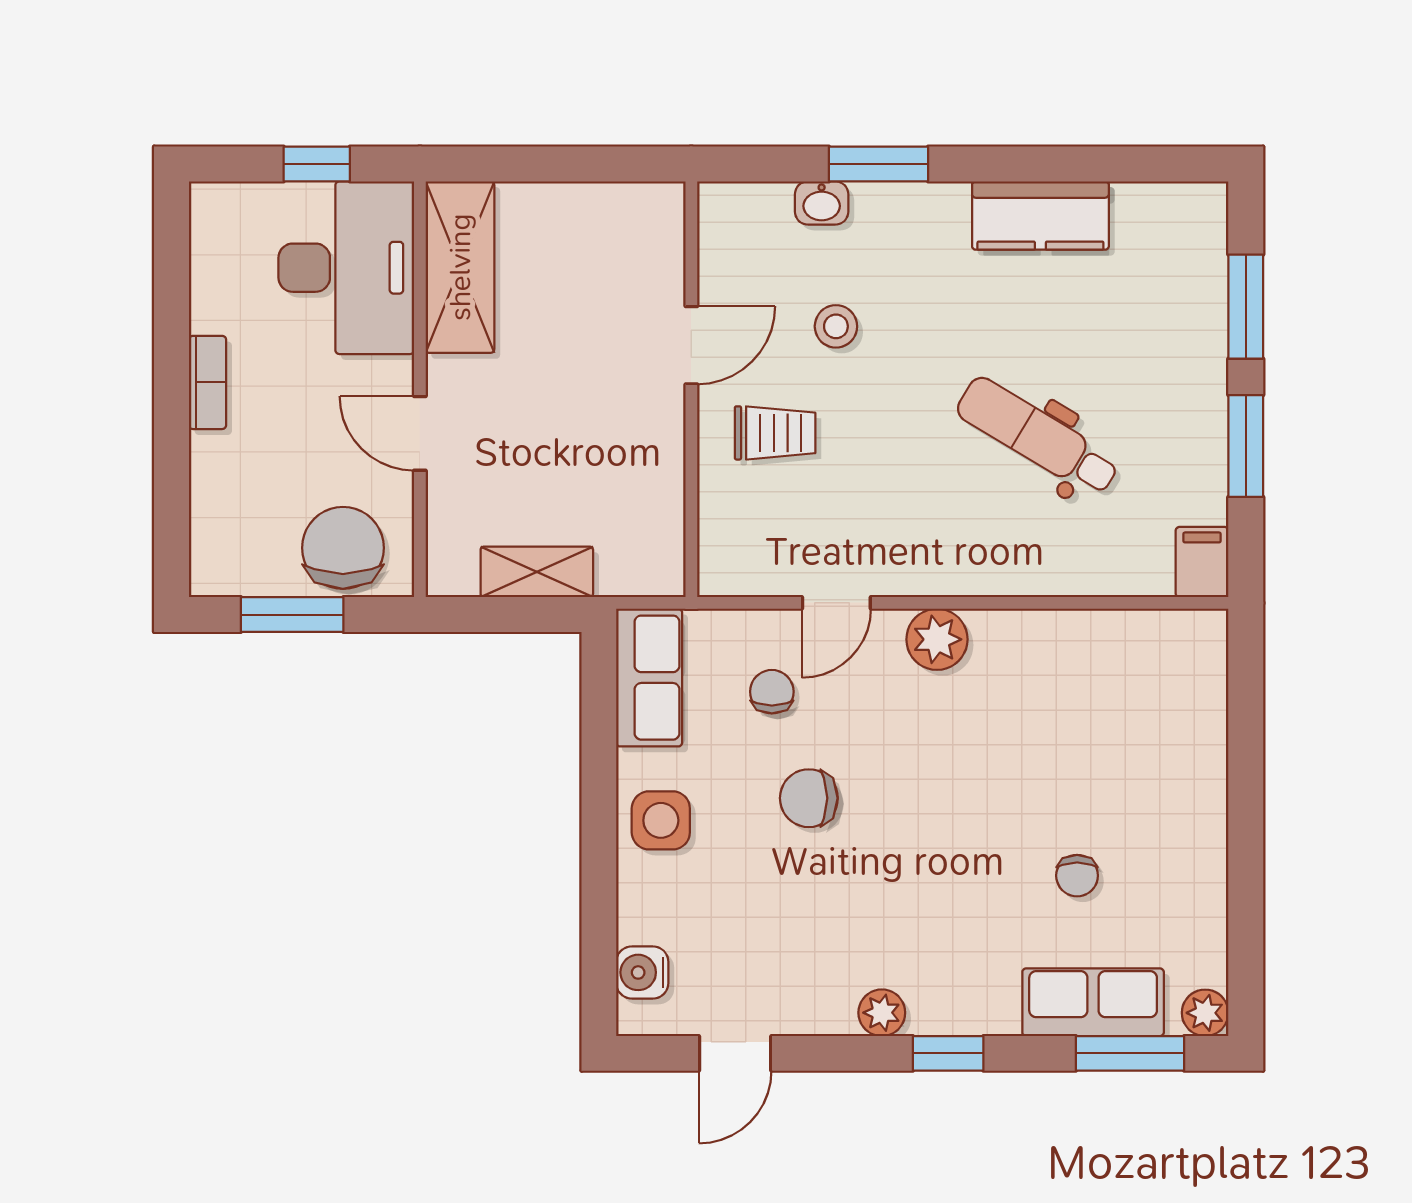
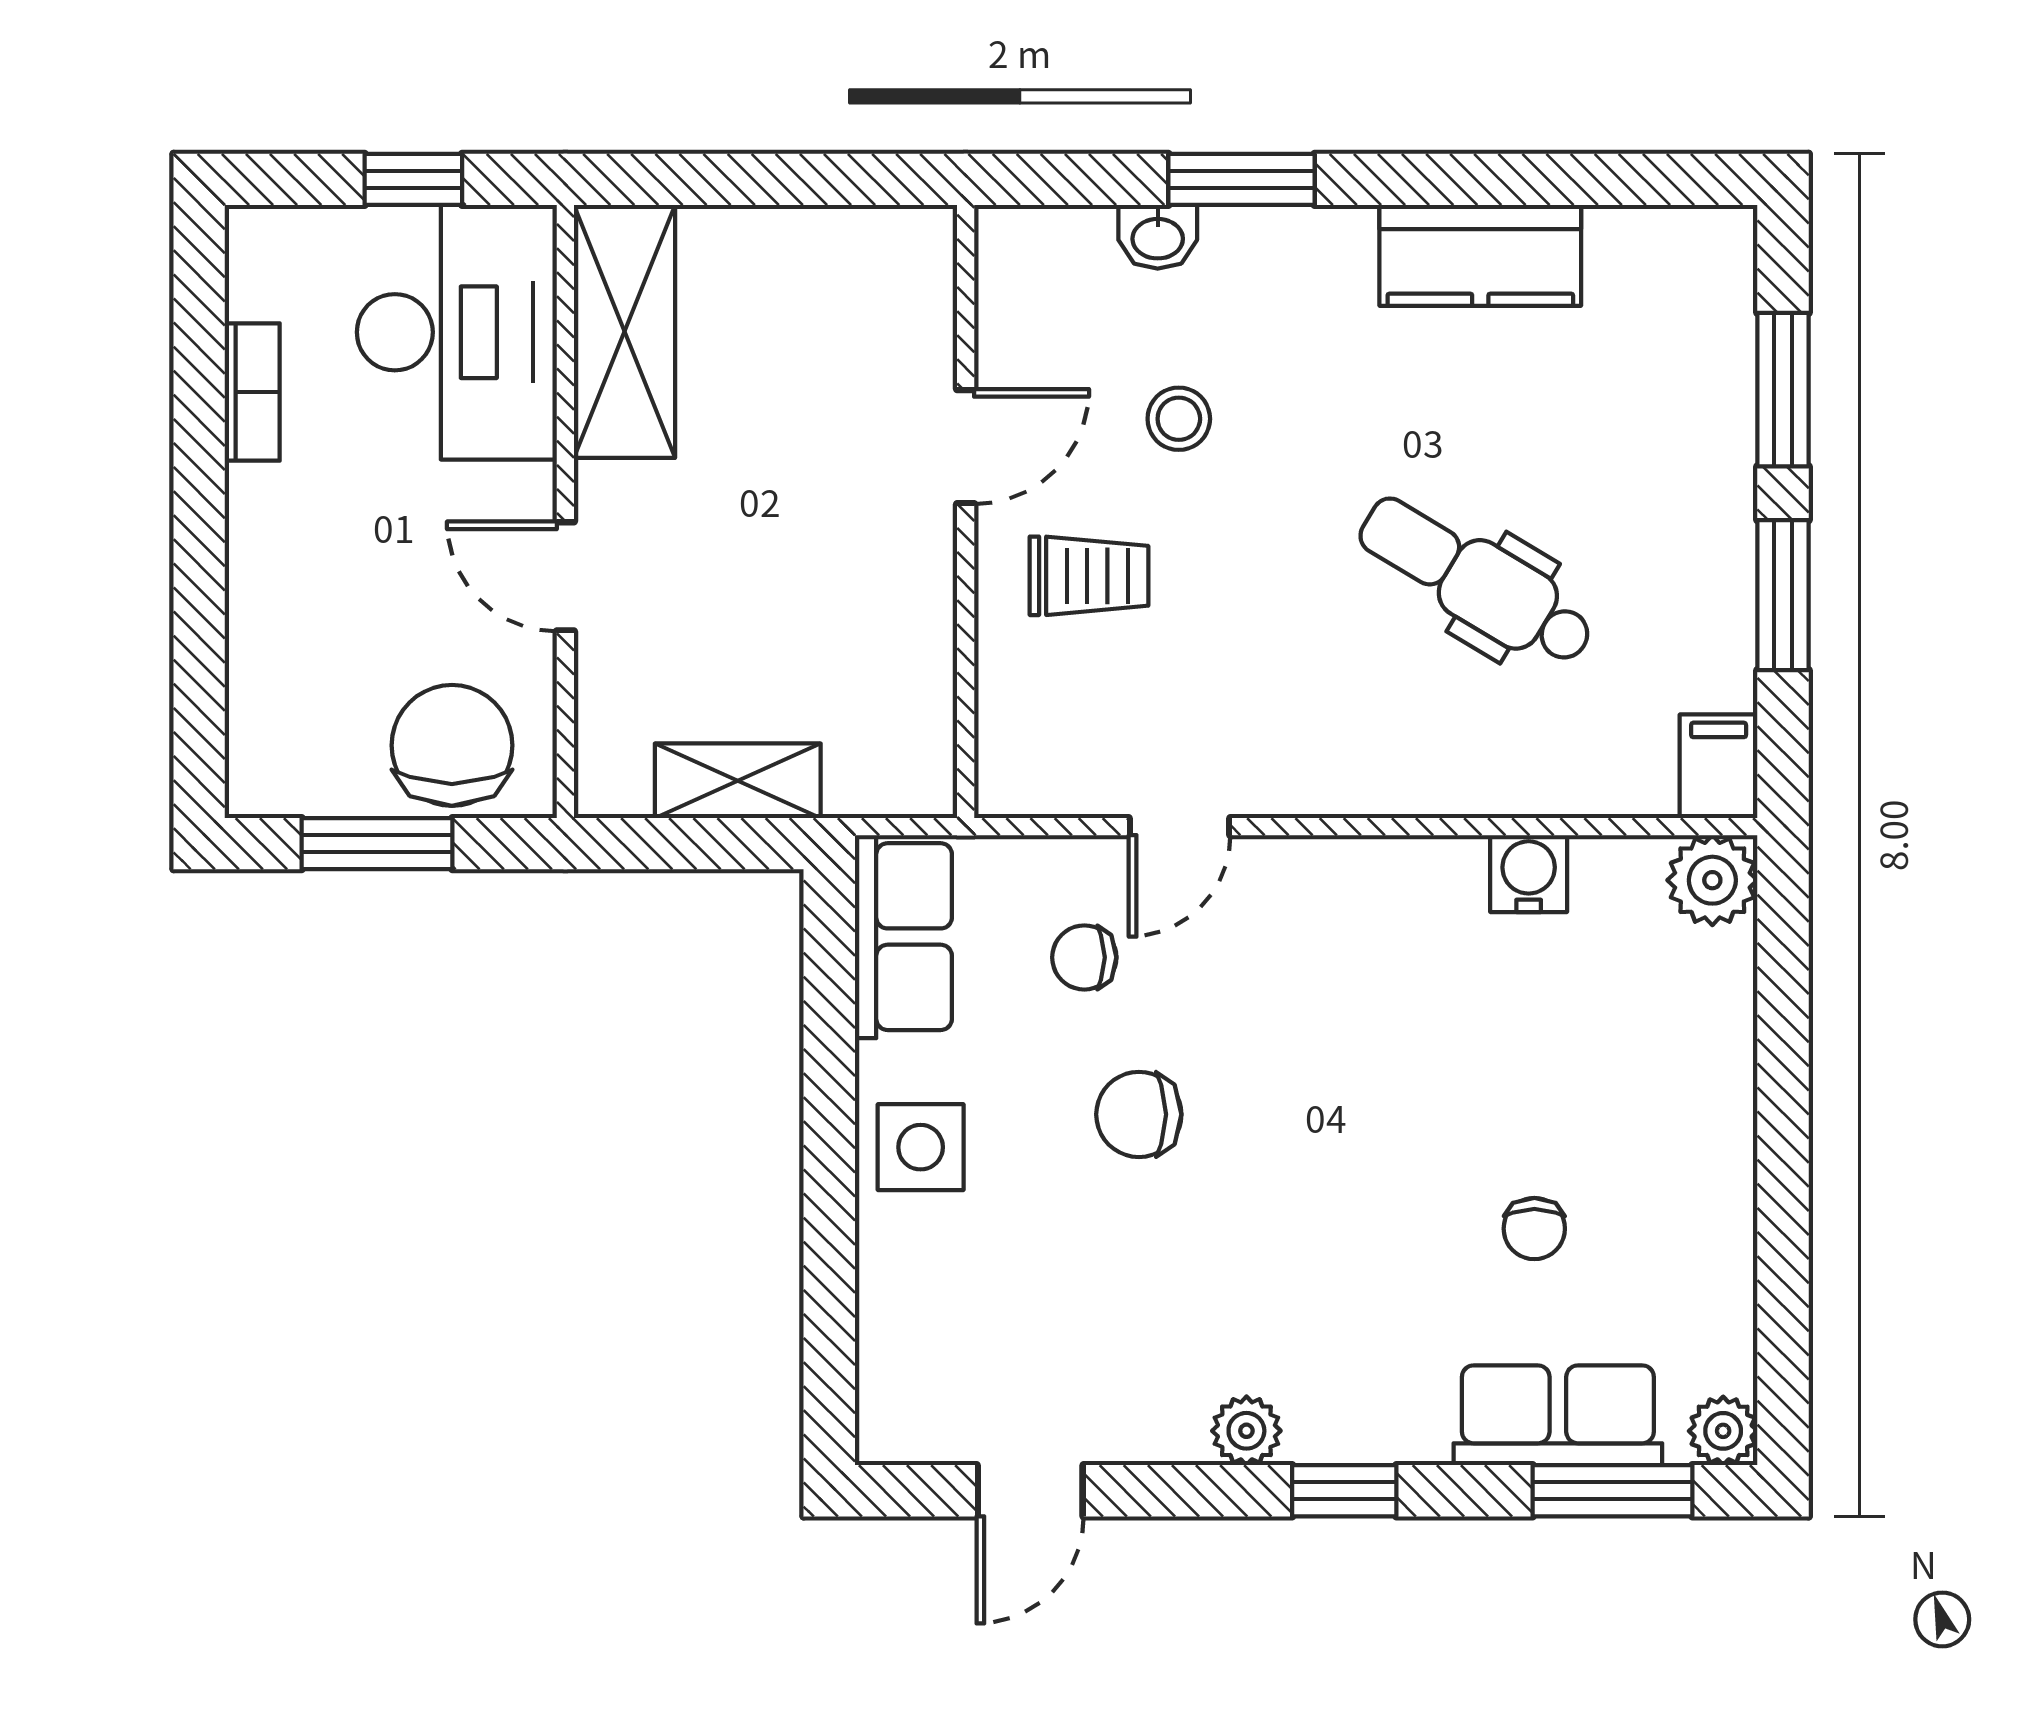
bookcase: (207, 382) -> (252, 392), moved
plant: (937, 639) -> (1712, 880), moved
chair: (772, 692) -> (1084, 957), turned -90
water cooler: (642, 972) -> (1529, 874), moved, turned 90

